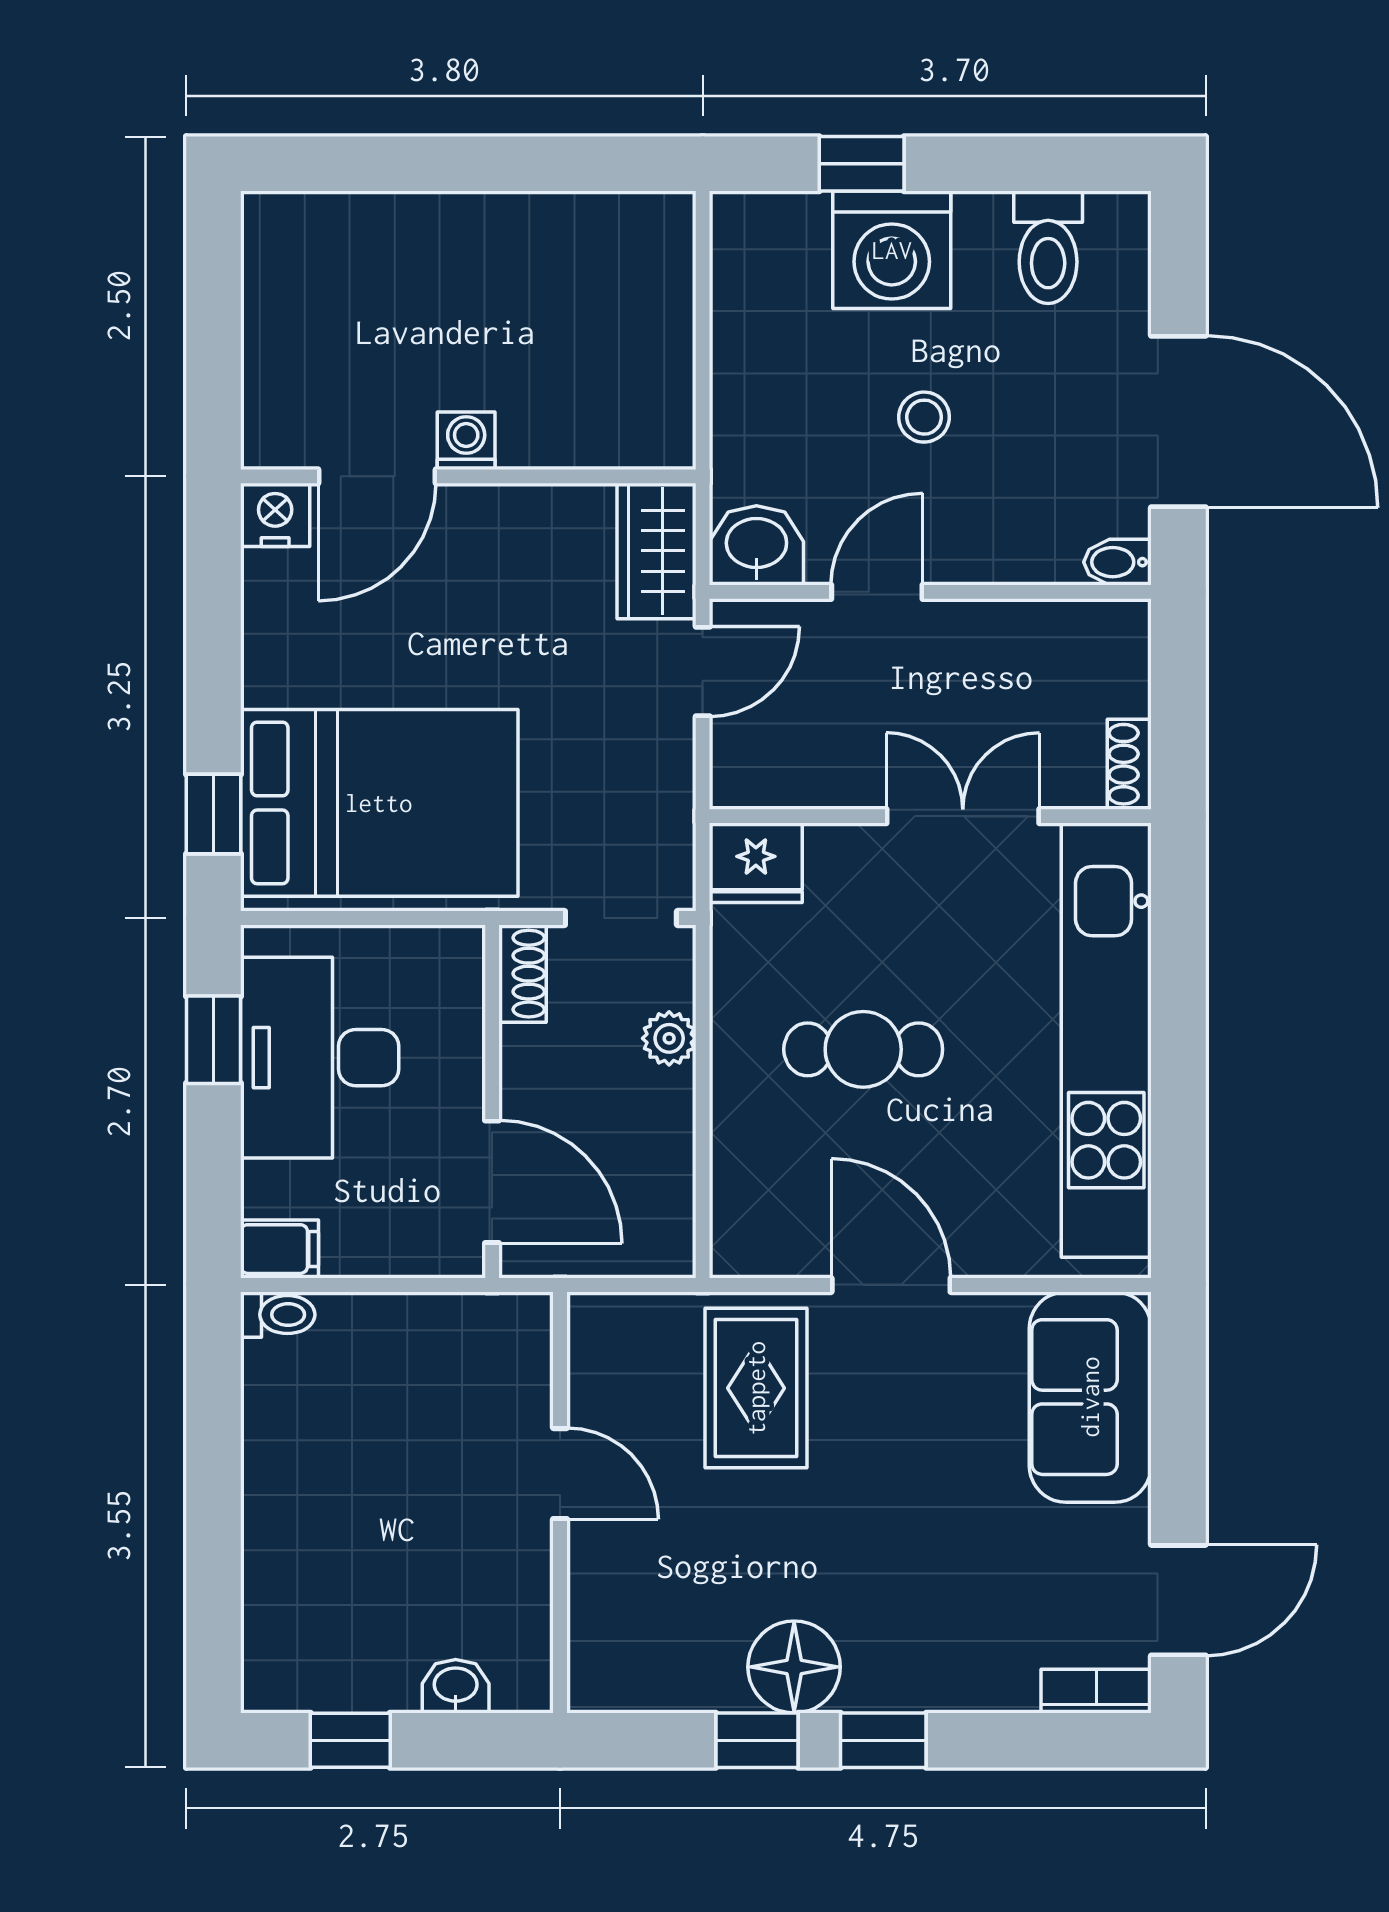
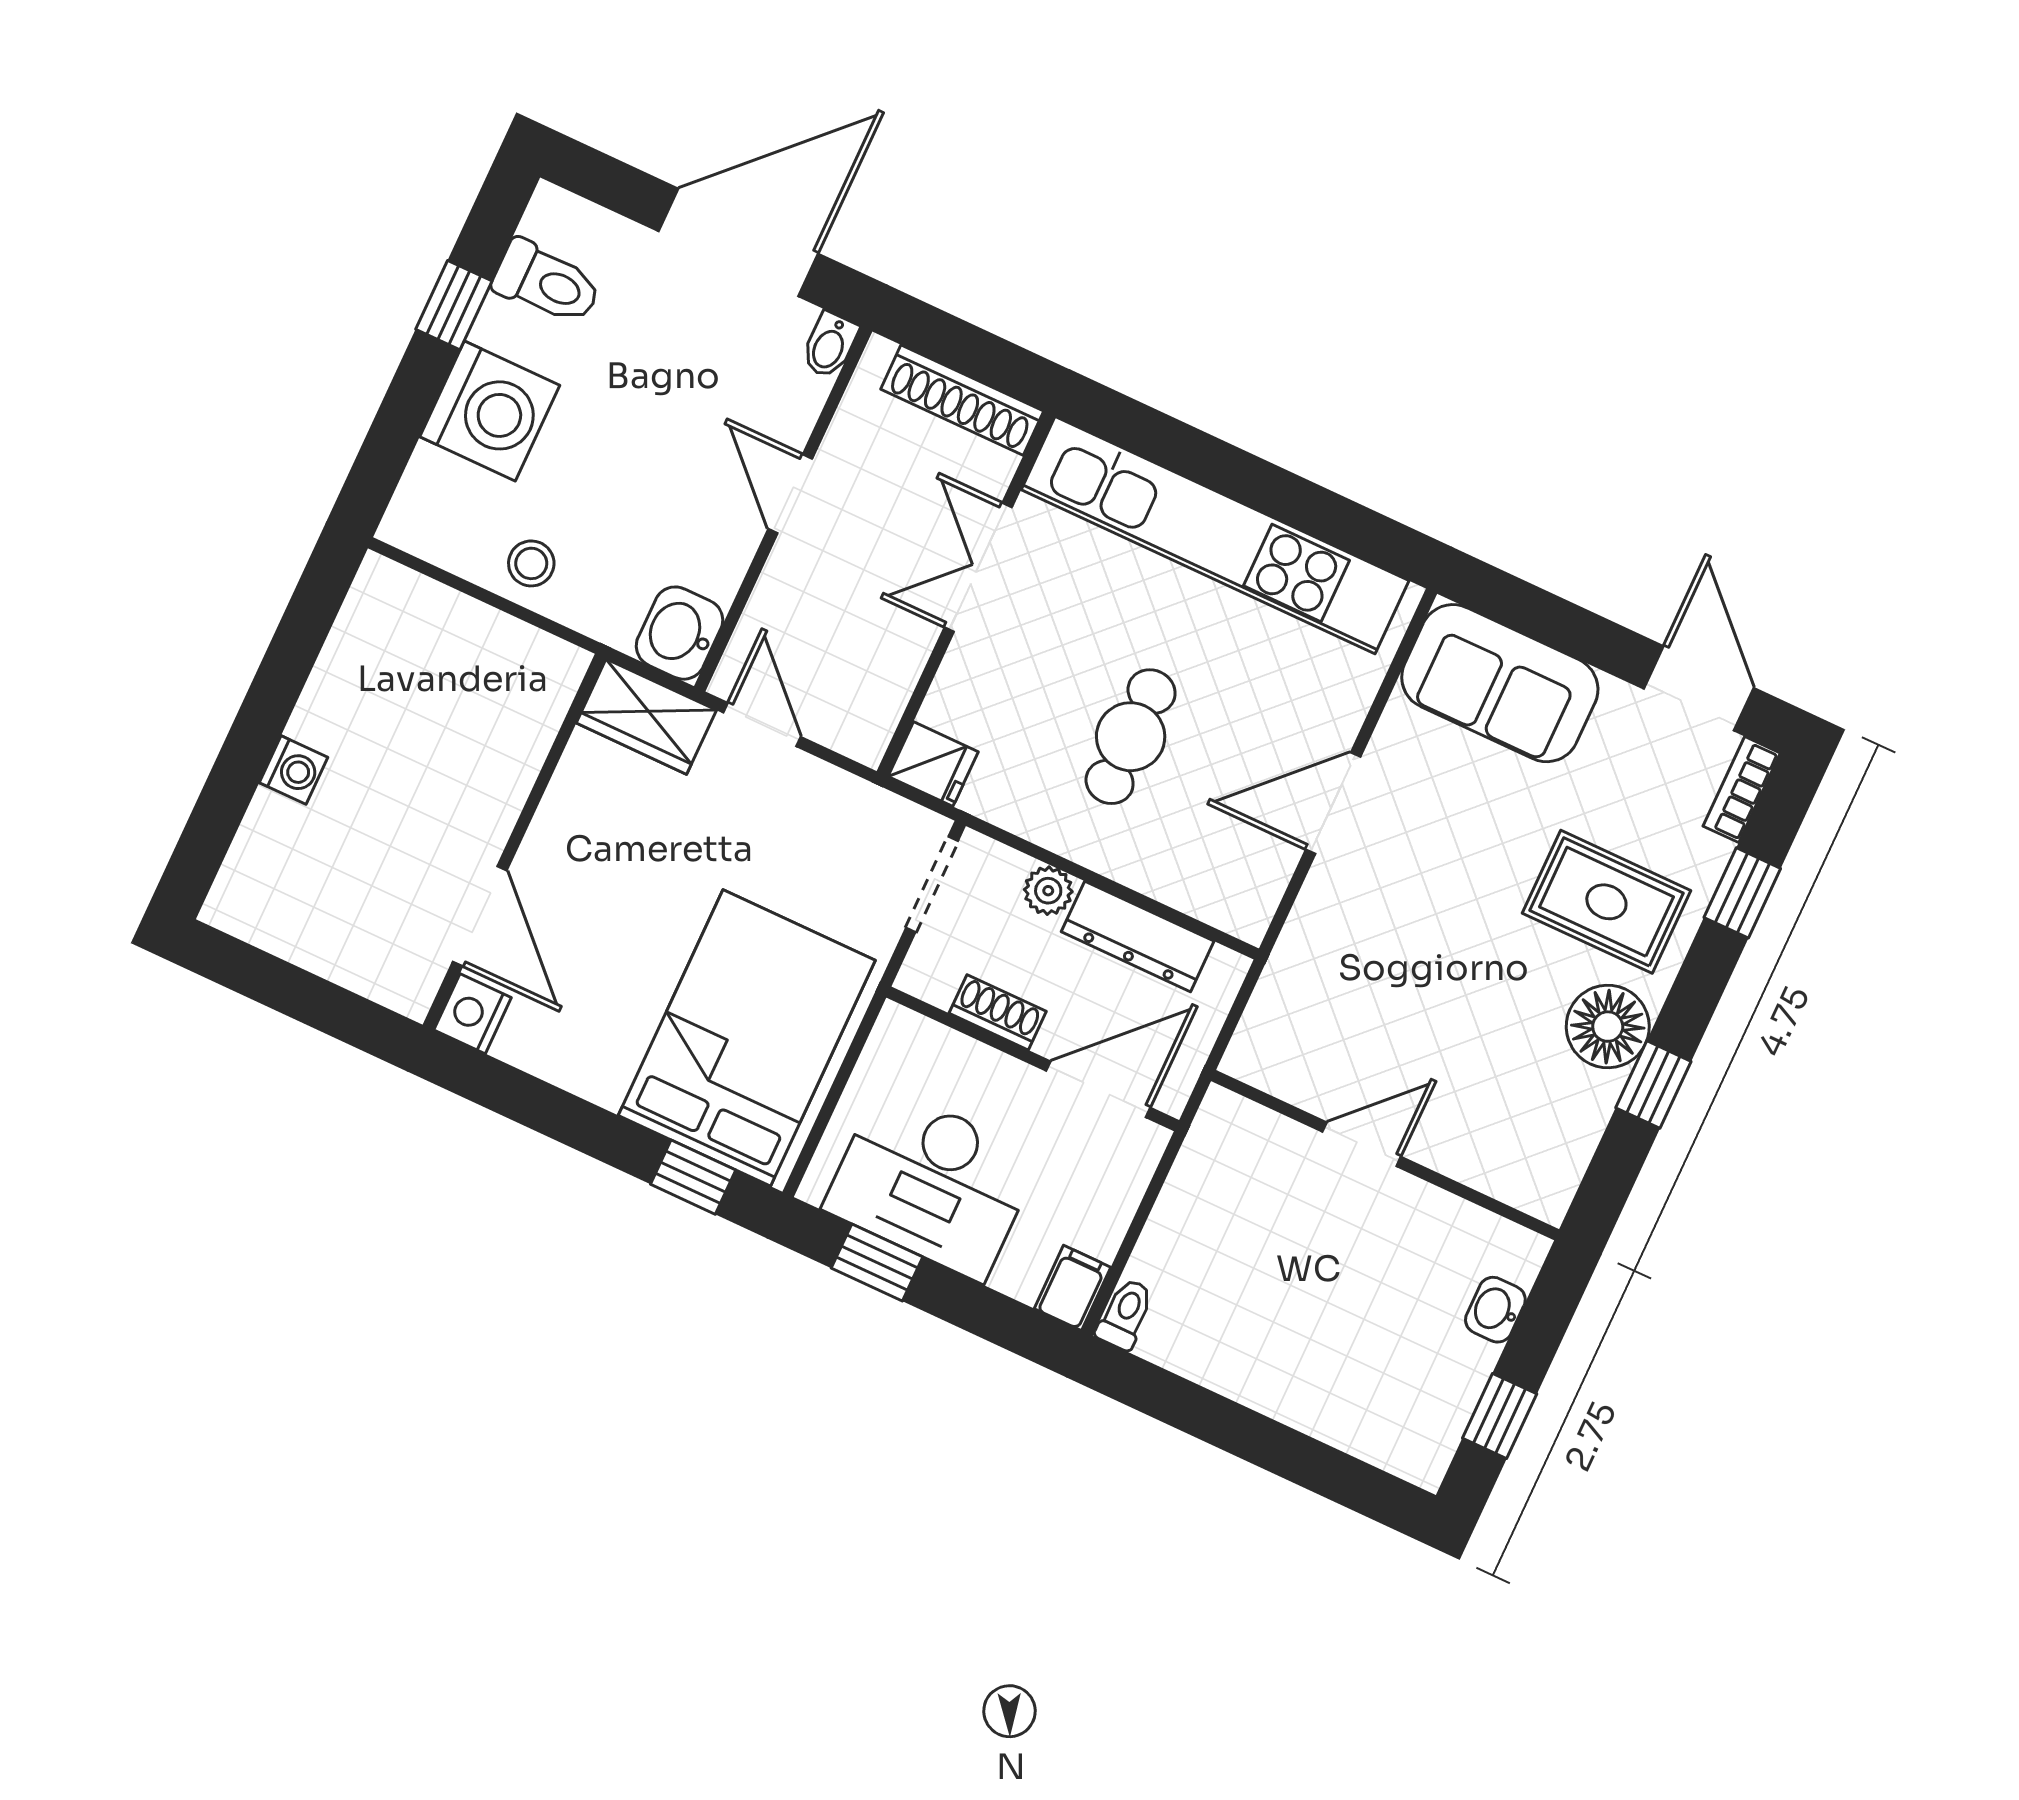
window: (862, 164) -> (454, 305), moved
stool: (924, 417) -> (531, 563), moved
washing machine: (466, 441) -> (293, 770), moved, turned 180
door: (877, 592) -> (790, 494), moved
shoe rack: (1129, 764) -> (962, 400), width x1.94, depth x1.24
fridge: (756, 863) -> (933, 764), width x0.72
shoe rack: (523, 974) -> (998, 1012), moved
dresser: (665, 1150) -> (1138, 936), added
rug: (756, 1388) -> (1606, 902), moved
window: (883, 1740) -> (1742, 893), moved

